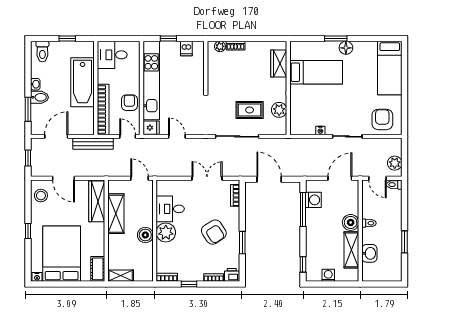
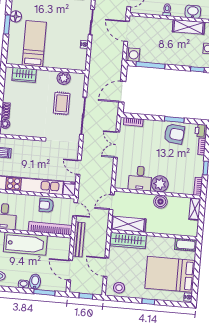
door: (128, 136) -> (75, 209), swing flipped
door: (177, 136) -> (79, 167), hinge flipped
door: (64, 178) -> (106, 267), swing flipped
washing machine: (313, 200) -> (133, 55), moved, turned 90
shelving: (116, 214) -> (128, 224), moved
boiler: (351, 222) -> (165, 26), removed
armchair: (214, 232) -> (174, 134), moved, turned 39
shelving: (121, 276) -> (195, 209), moved

